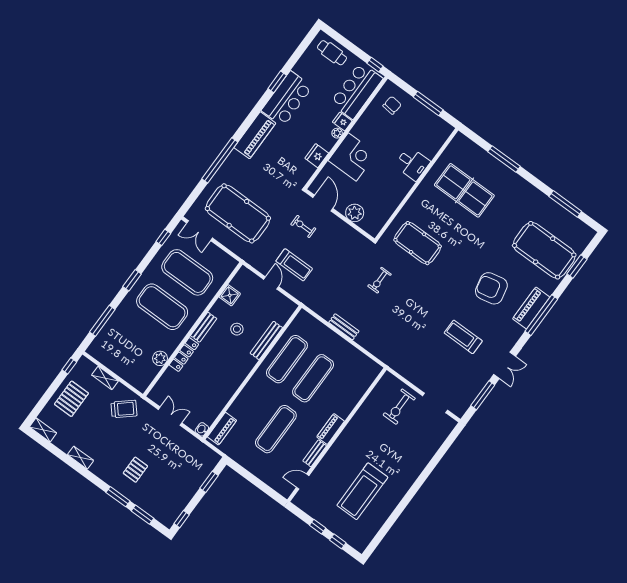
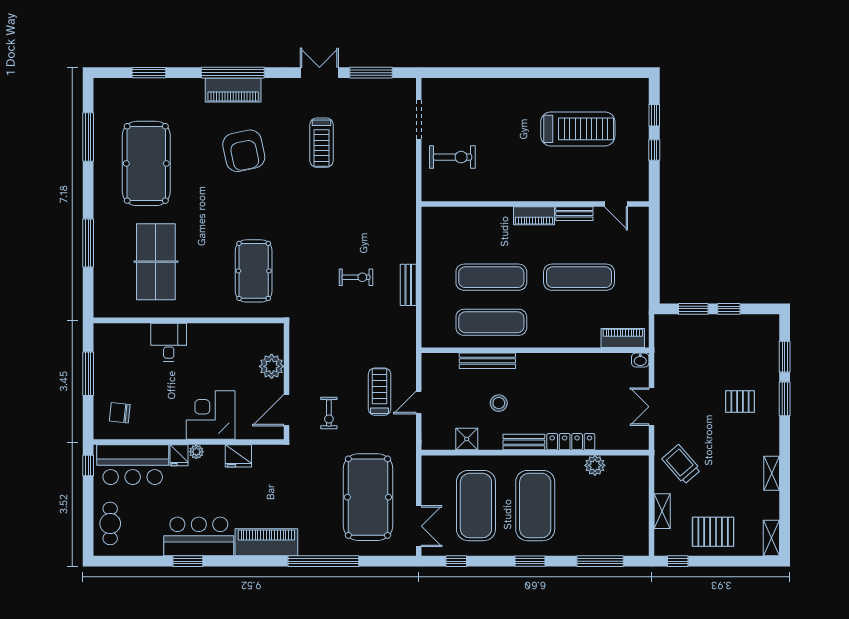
pool table: (544, 250) -> (146, 163), moved
exercise bike: (380, 280) -> (356, 277), moved
window: (182, 519) -> (729, 309), moved

